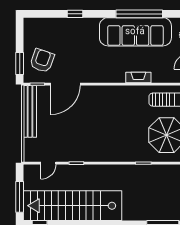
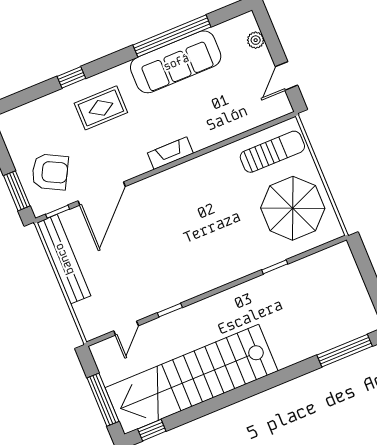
sofa: (135, 32) -> (176, 62), width x0.74, depth x0.79
rug: (84, 37) -> (101, 108), added
armchair: (42, 61) -> (50, 172), turned 99
fireplace: (138, 77) -> (170, 153), moved

